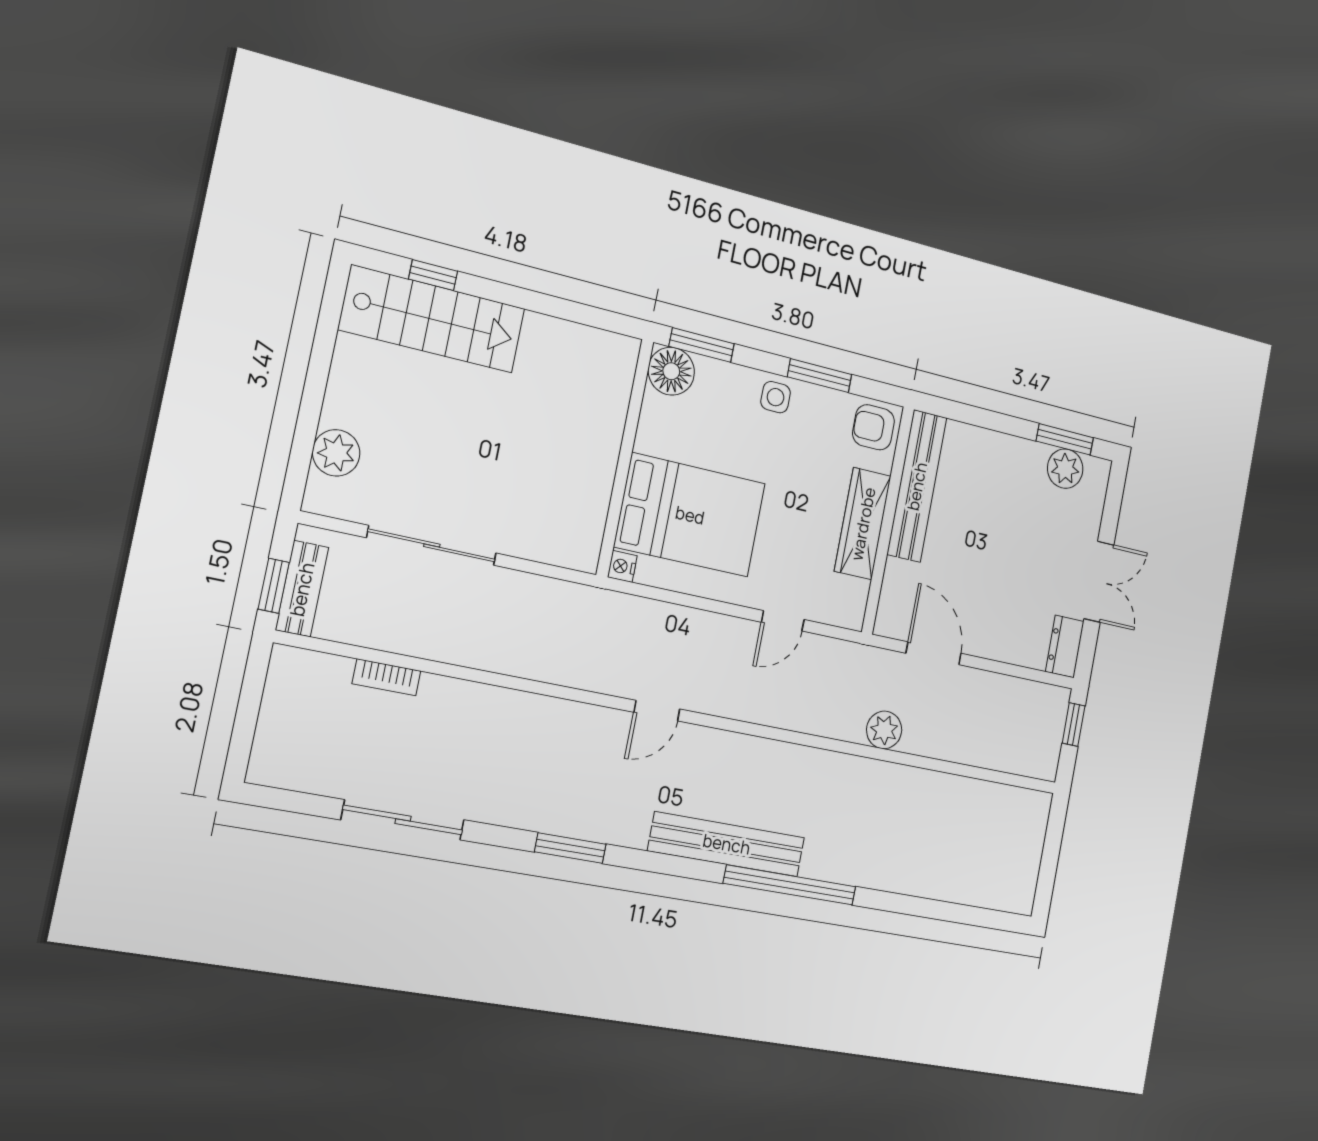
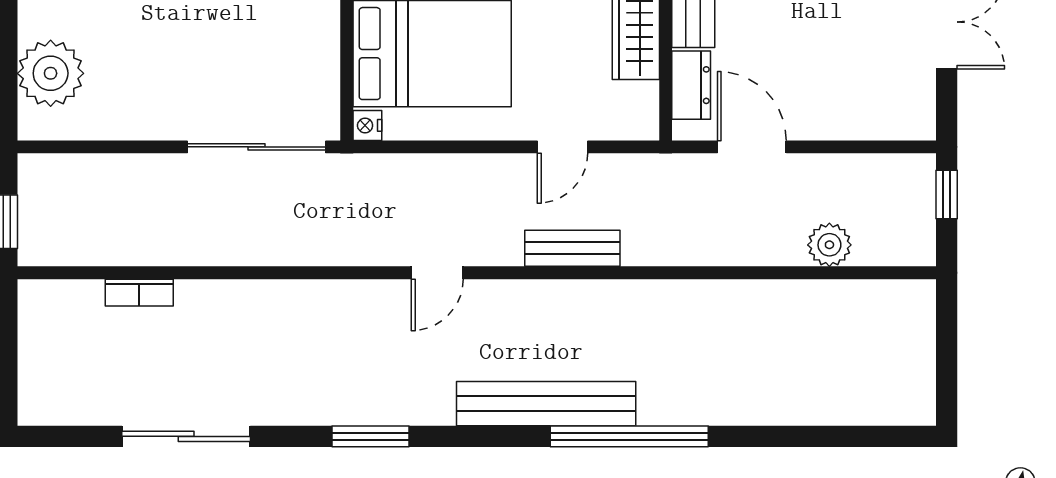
plant: (336, 453) -> (51, 73), width x1.36, depth x1.36
sliding door: (432, 545) -> (257, 147), moved
bench: (302, 589) -> (572, 248), moved, turned 90
dresser: (1065, 646) -> (691, 85), moved, turned 180
plant: (884, 730) -> (829, 245), moved

